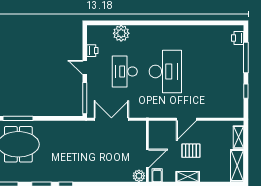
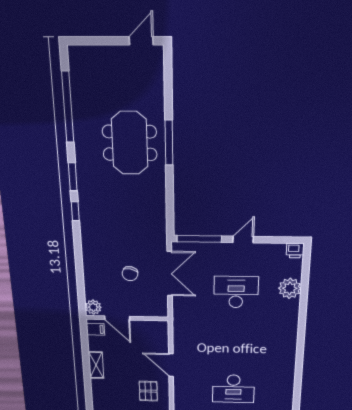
printer: (92, 51) -> (295, 251), moved
desk: (165, 71) -> (233, 389), moved, width x0.73, depth x0.77
chair: (112, 148) -> (130, 274), added
pallet: (191, 151) -> (148, 391), moved

